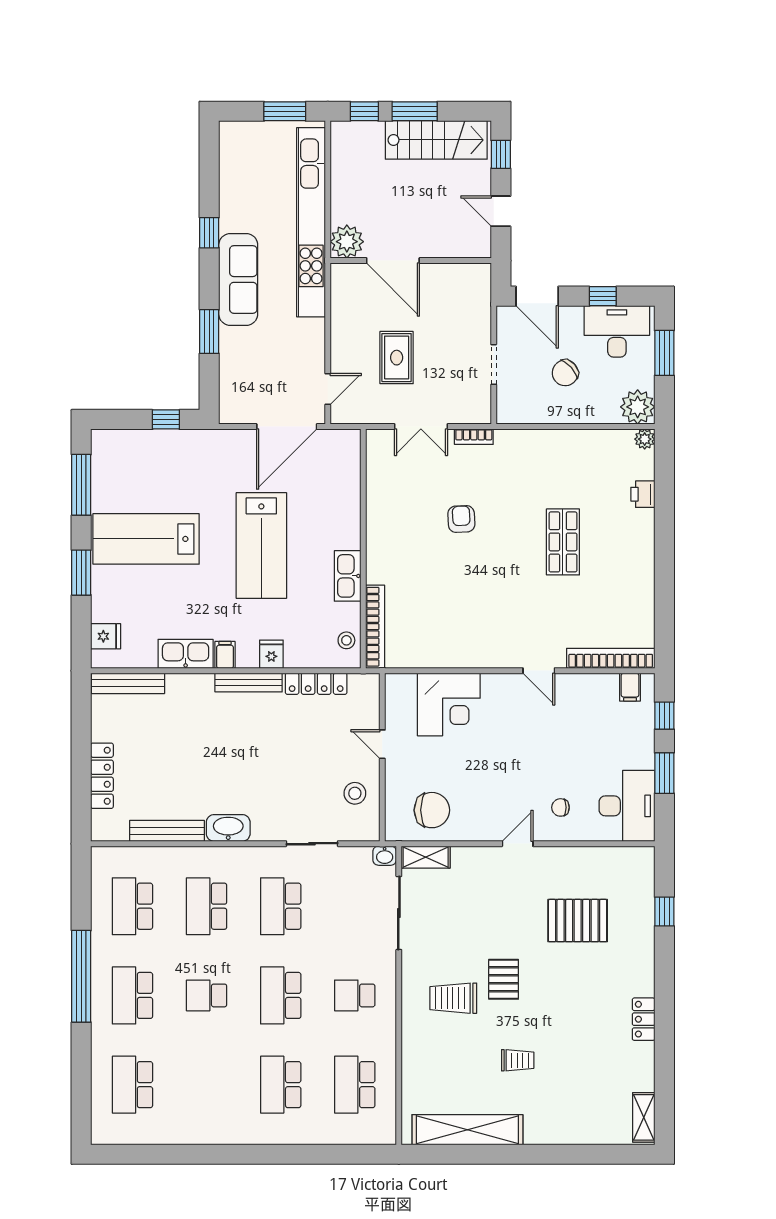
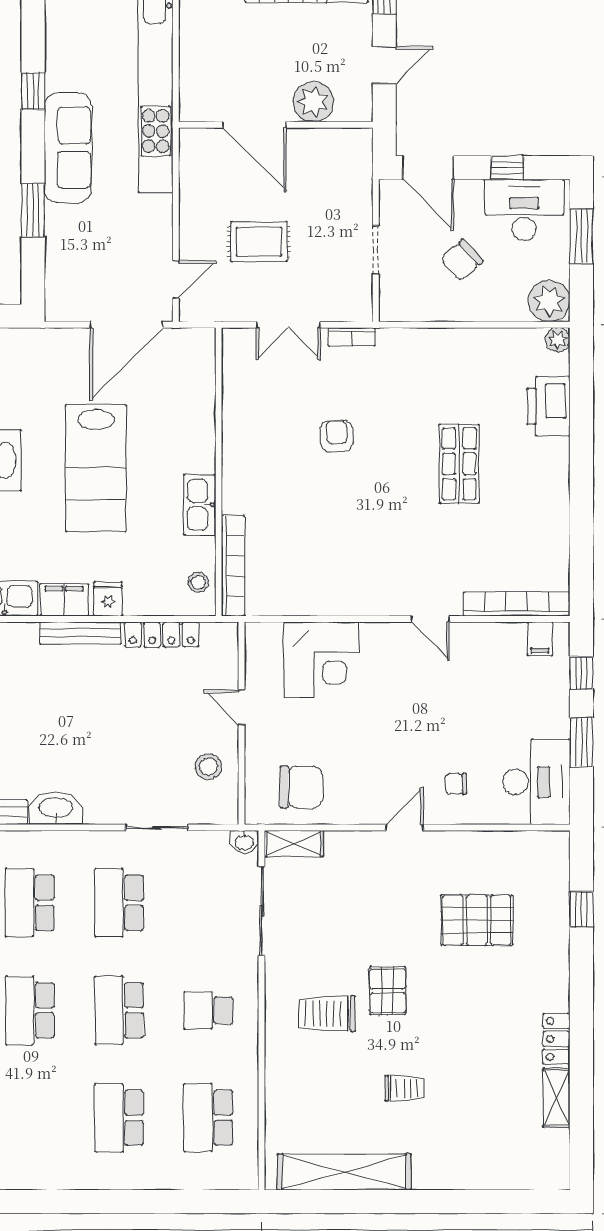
door: (501, 211) -> (384, 65), swing flipped
plant: (347, 242) -> (313, 102), moved
rug: (397, 358) -> (259, 242), turned 90
printer: (643, 494) -> (548, 406), width x1.87, depth x1.48
filing cabinet: (225, 655) -> (64, 600), width x2.00
school desk: (207, 995) -> (30, 1010), width x1.85
shelving: (644, 1117) -> (557, 1098), moved

